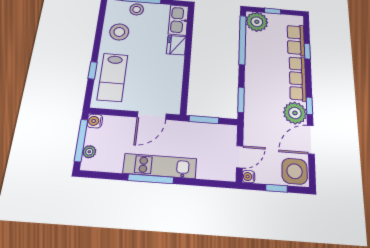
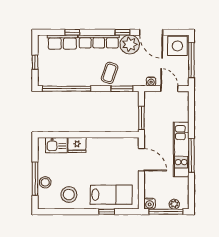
kitchen sink: (178, 20) -> (56, 145), width x0.73
plant: (257, 22) -> (47, 76), removed
coffee table: (260, 87) -> (110, 73), added
water cooler: (249, 177) -> (151, 81), moved
window: (276, 188) -> (191, 60), width x2.17

